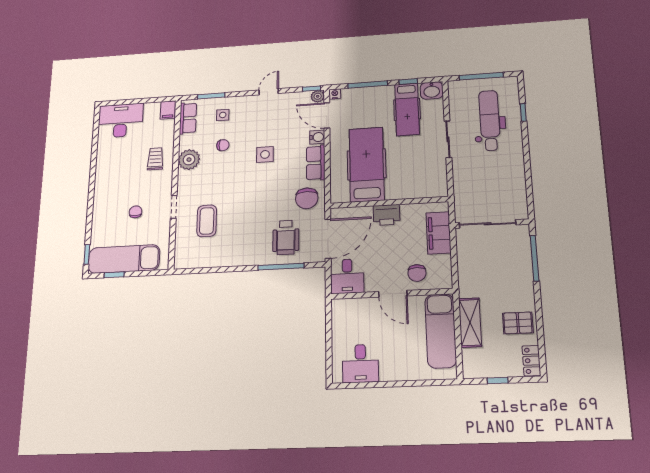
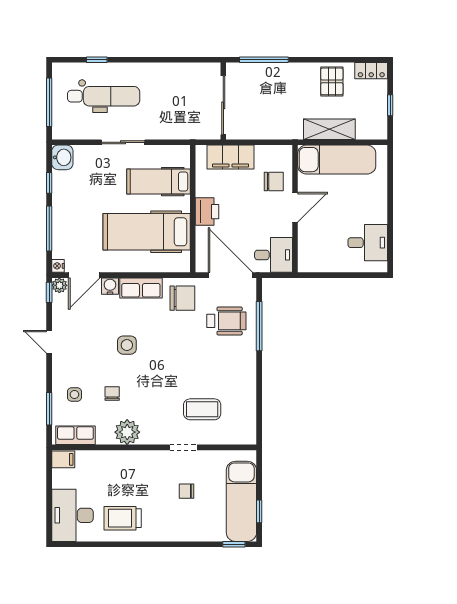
hospital bed: (407, 109) -> (159, 182), moved, turned 180
dental chair: (490, 120) -> (104, 96), turned 180
trolley: (155, 159) -> (123, 518), moved, width x1.36, depth x1.39

